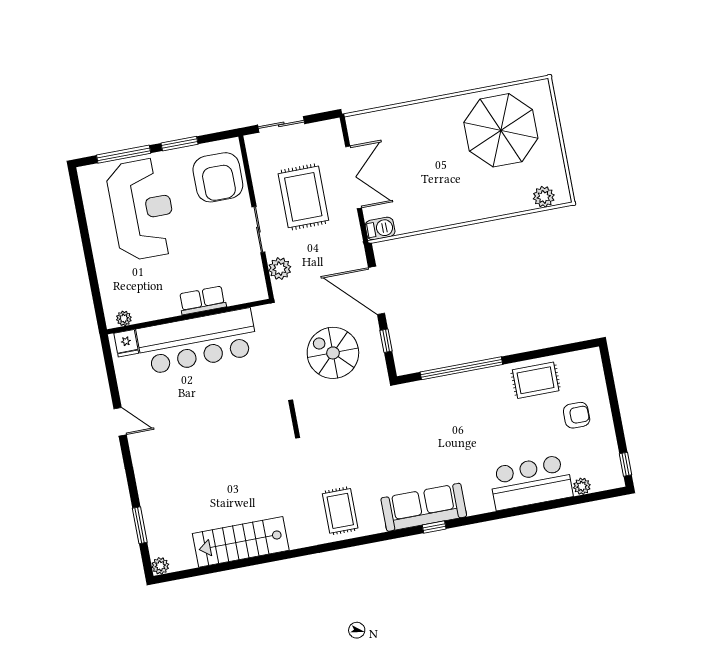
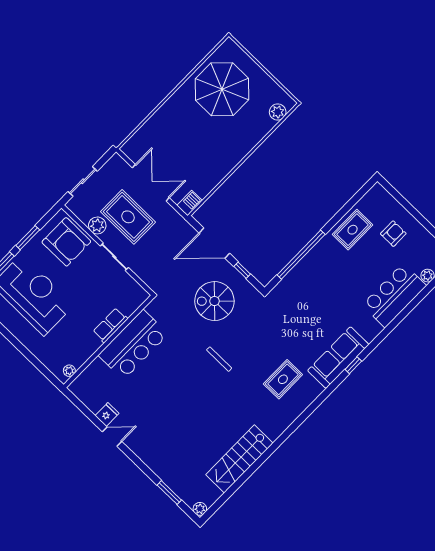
plant: (280, 269) -> (97, 225), moved
bar counter: (197, 341) -> (133, 345), width x0.73
fridge: (126, 343) -> (107, 414), moved, turned -90
rug: (340, 511) -> (283, 379), moved, turned 90

